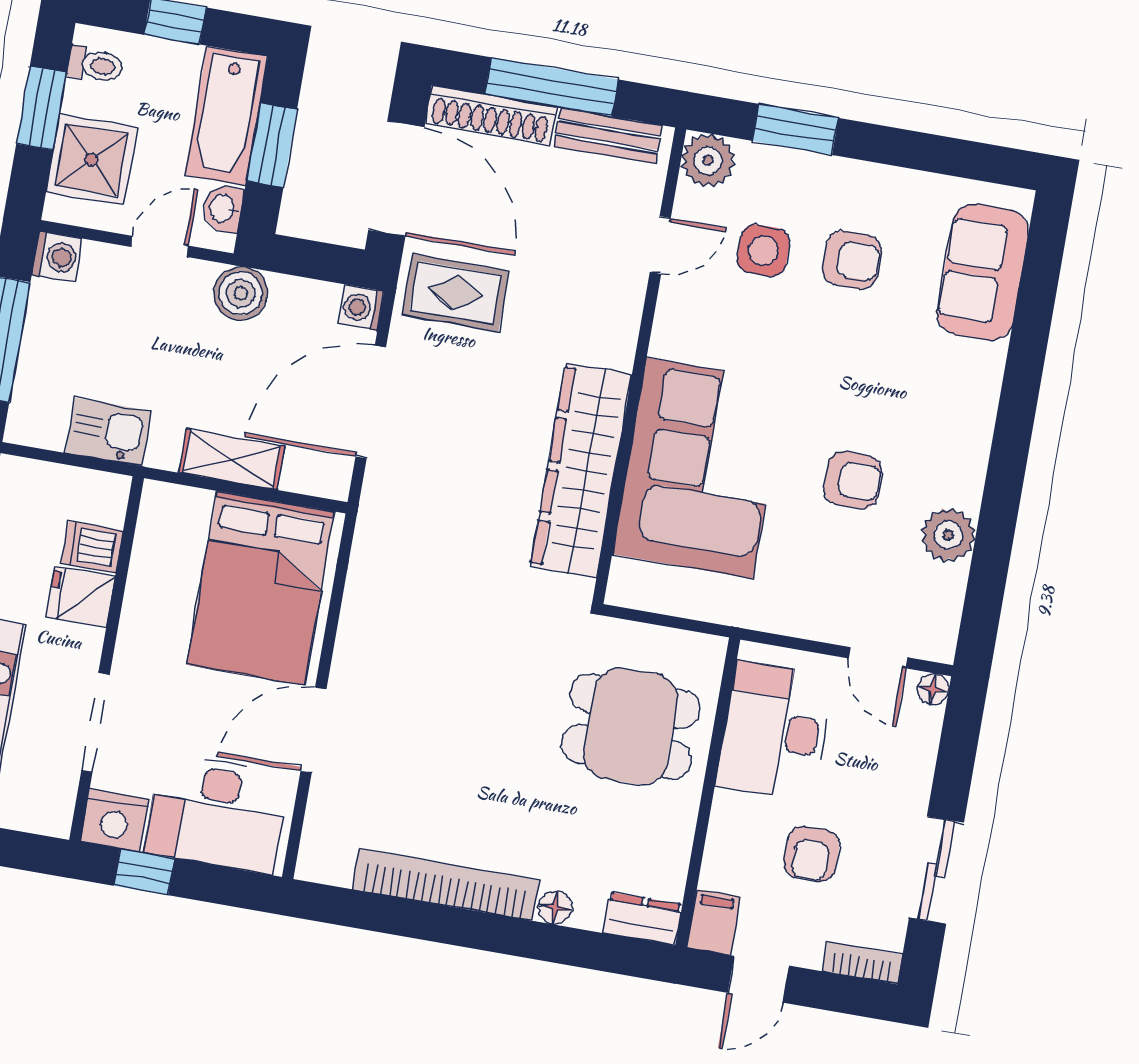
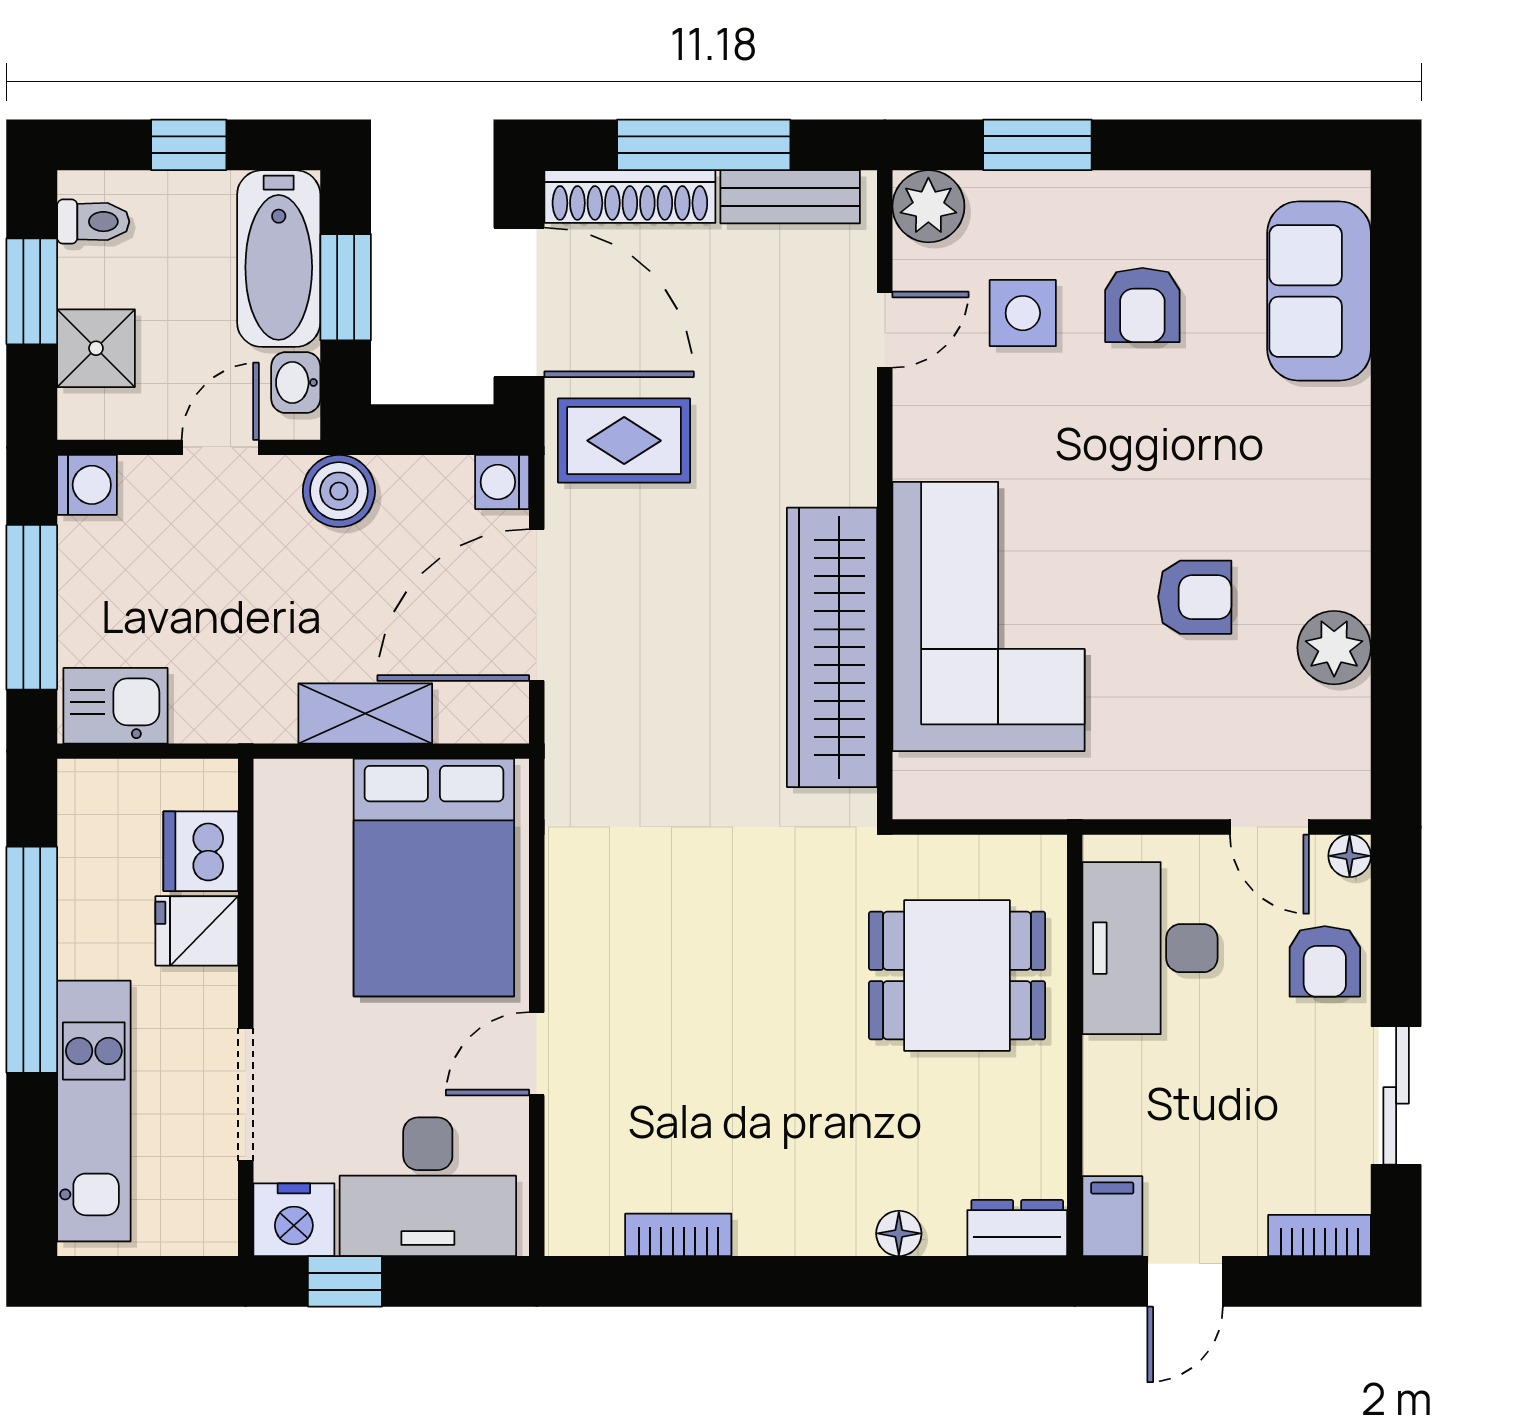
shower: (92, 160) -> (96, 348), width x0.73, depth x0.73
armchair: (852, 260) -> (1142, 305), turned 90
kitchen sink: (108, 432) -> (116, 706), moved
dishwasher: (92, 547) -> (201, 851), width x1.38
door: (313, 730) -> (537, 1054), width x0.73
armchair: (812, 854) -> (1325, 961), moved
bookcase: (446, 885) -> (678, 1235), width x0.43, depth x0.76

